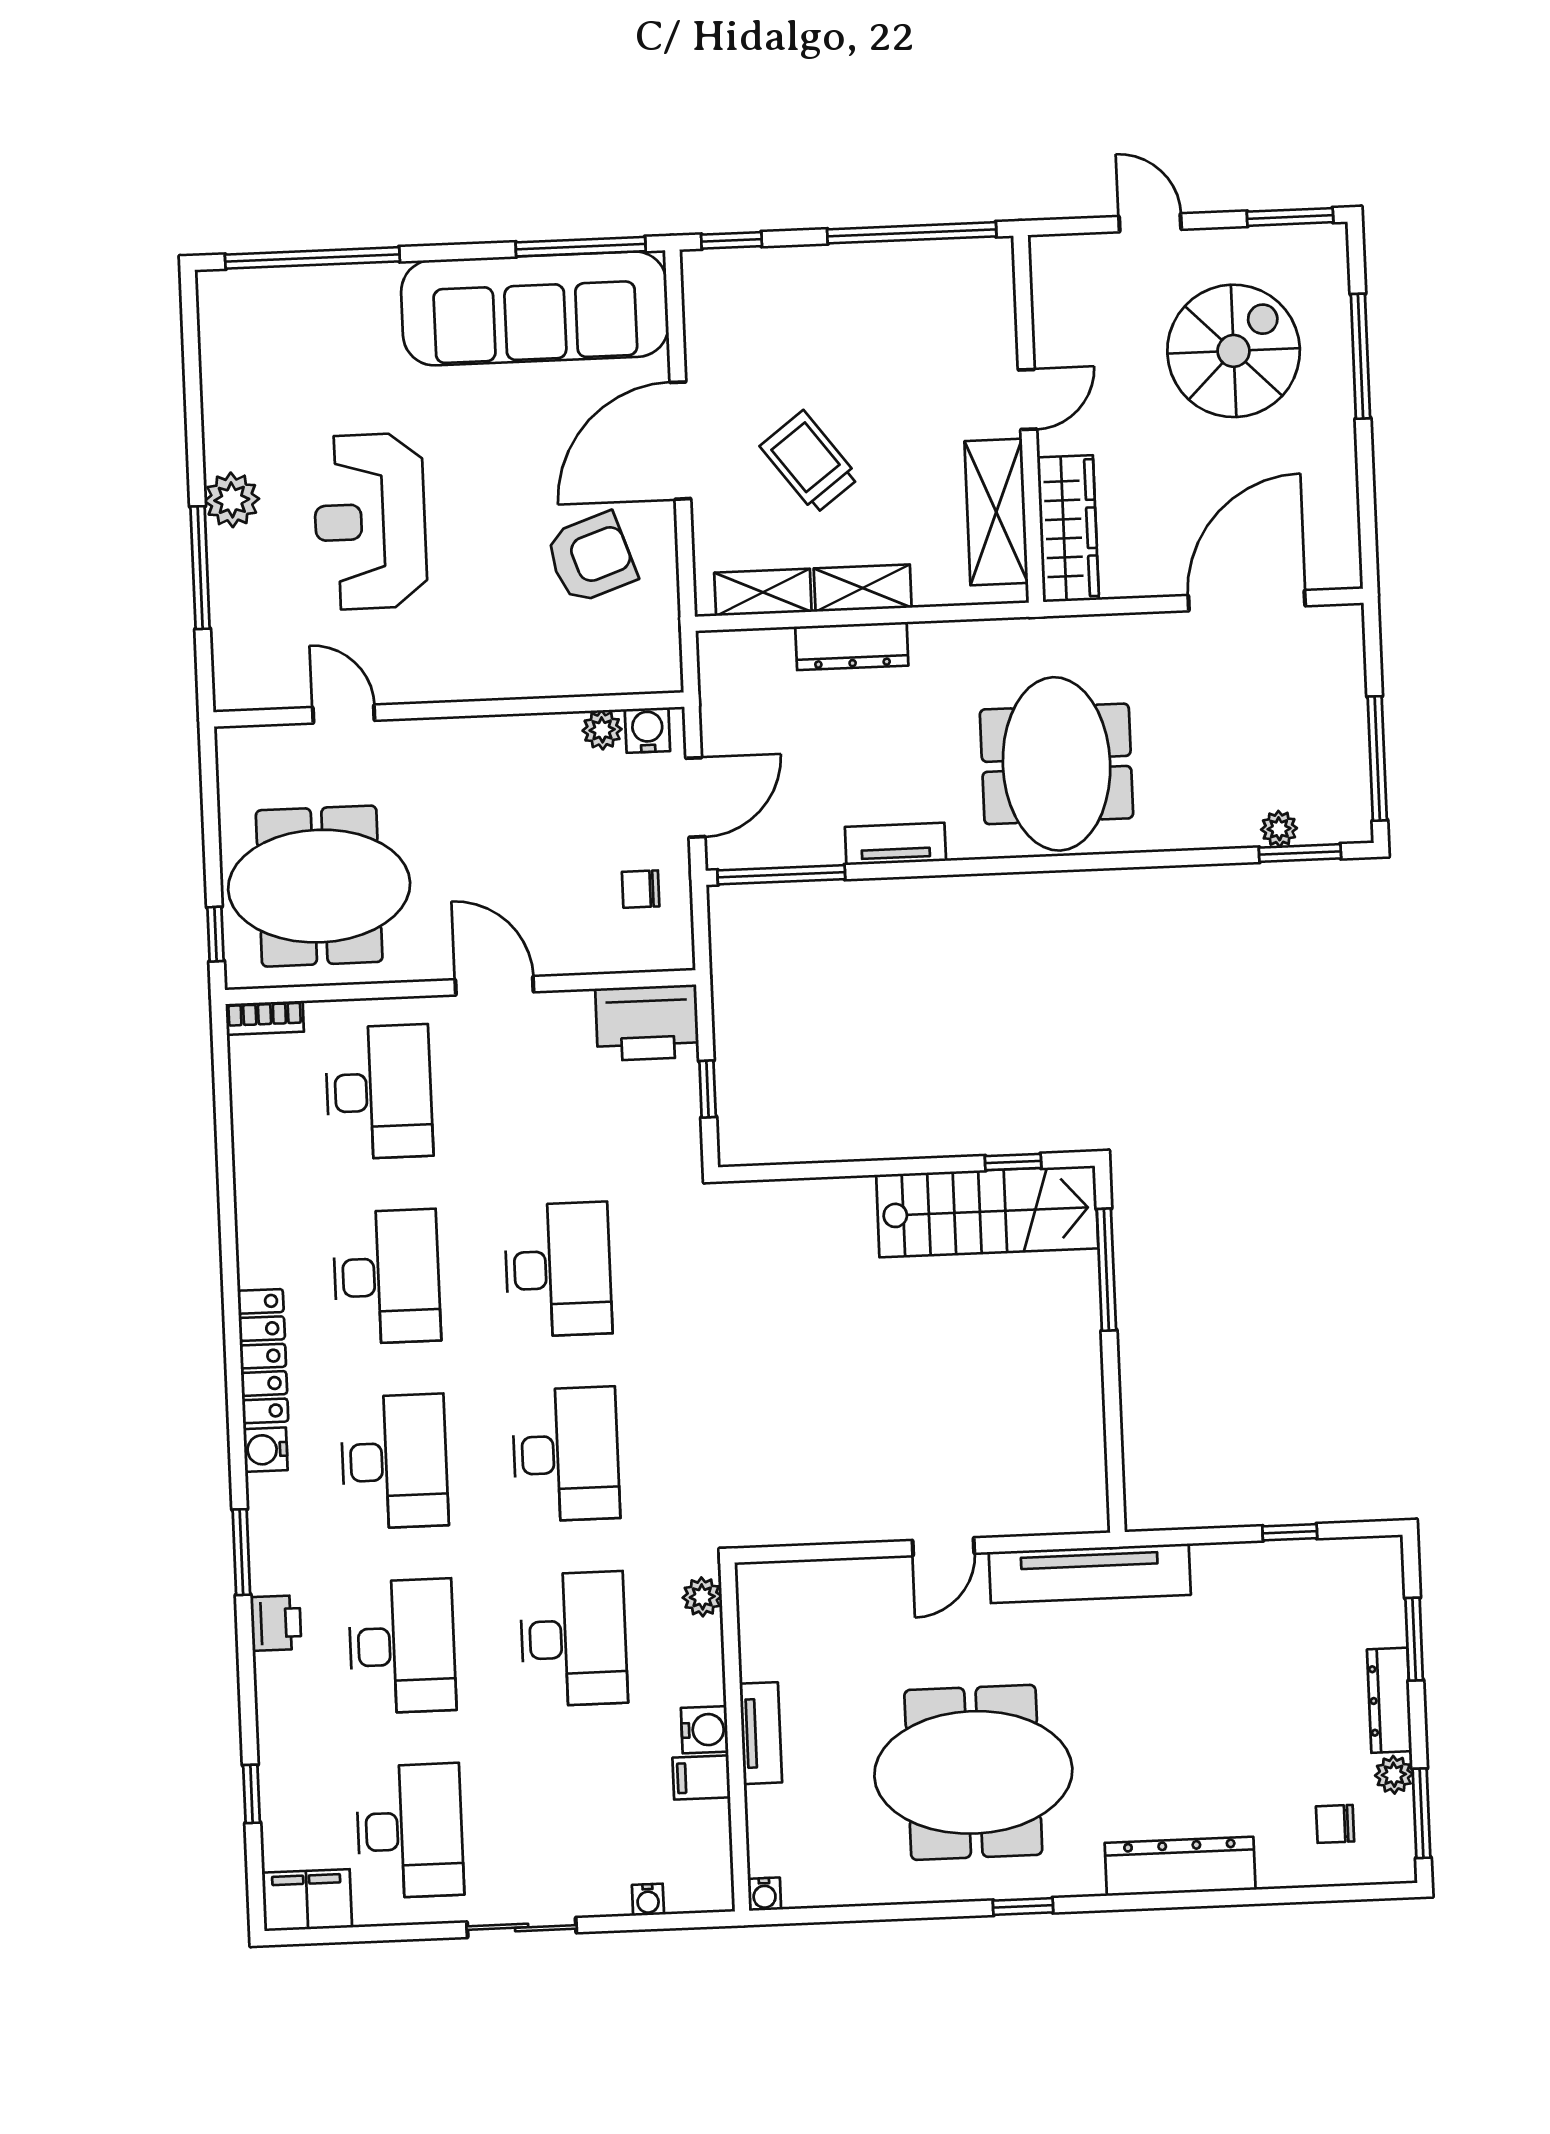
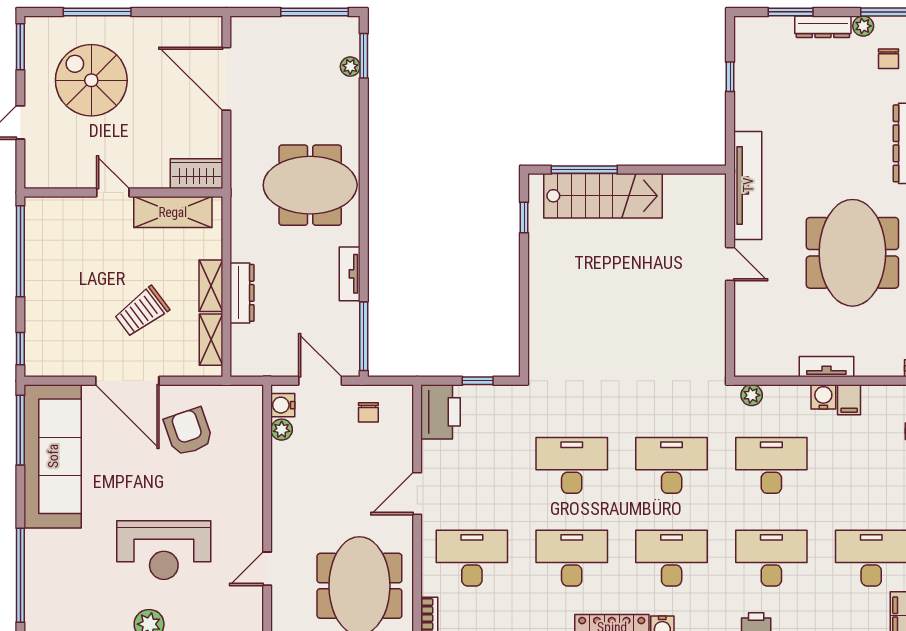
wardrobe: (1068, 529) -> (197, 174), width x0.67
stairs: (987, 1212) -> (603, 196), moved, turned 90

